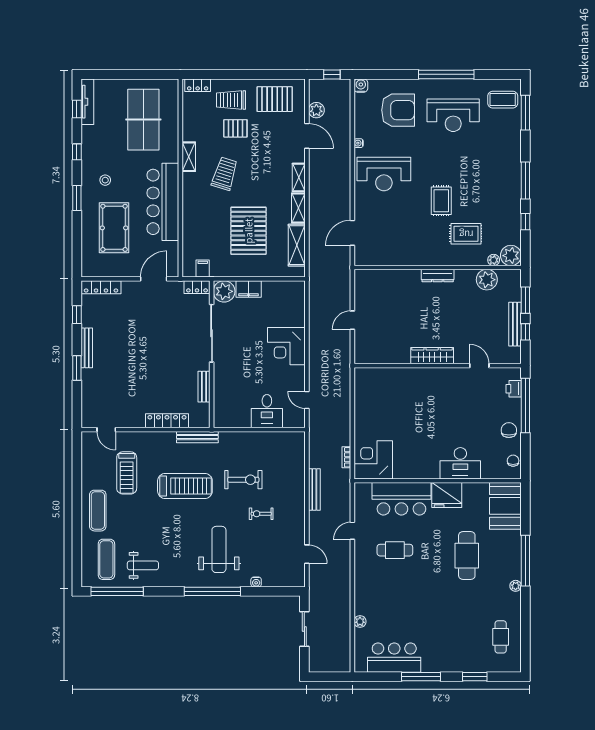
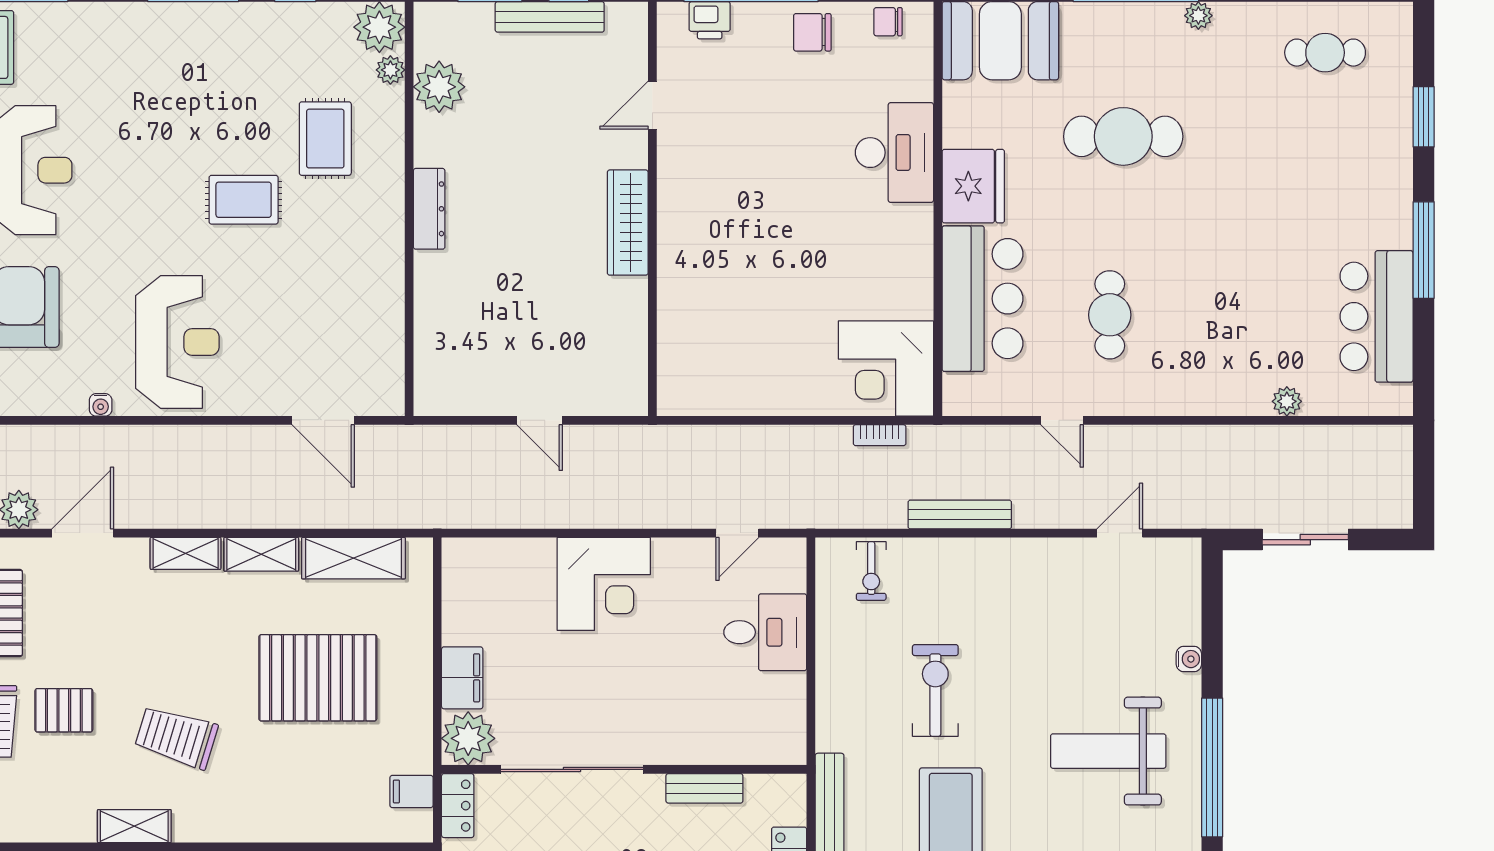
pallet: (235, 128) -> (64, 710), turned 90
exercise bike: (261, 514) -> (871, 571), moved

